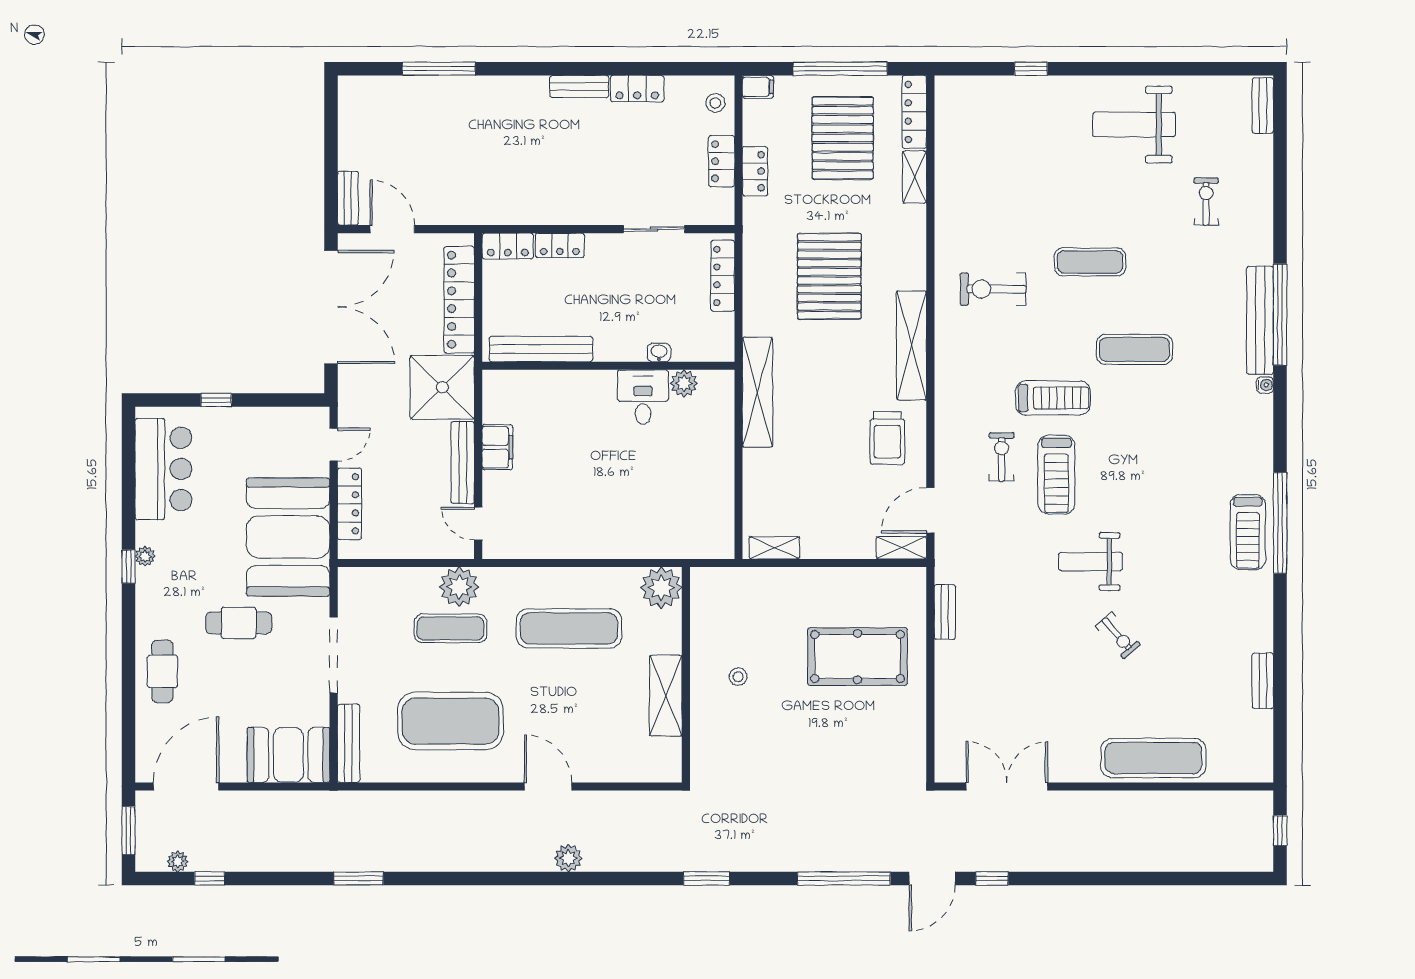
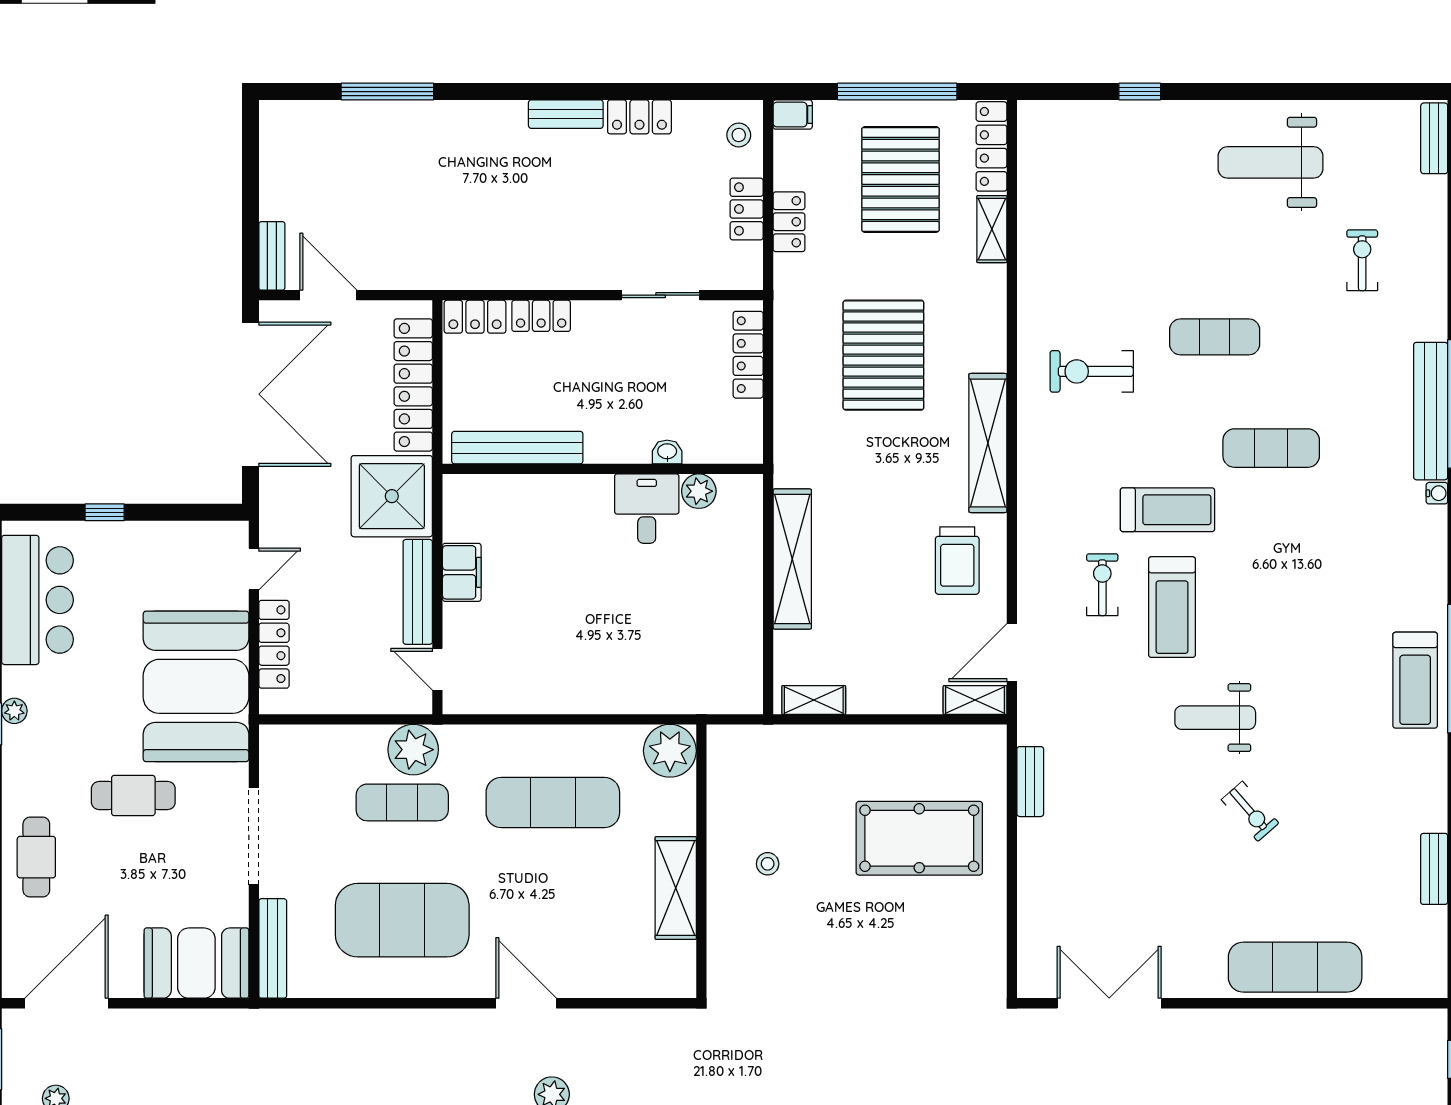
shelving: (757, 392) -> (792, 559), moved

